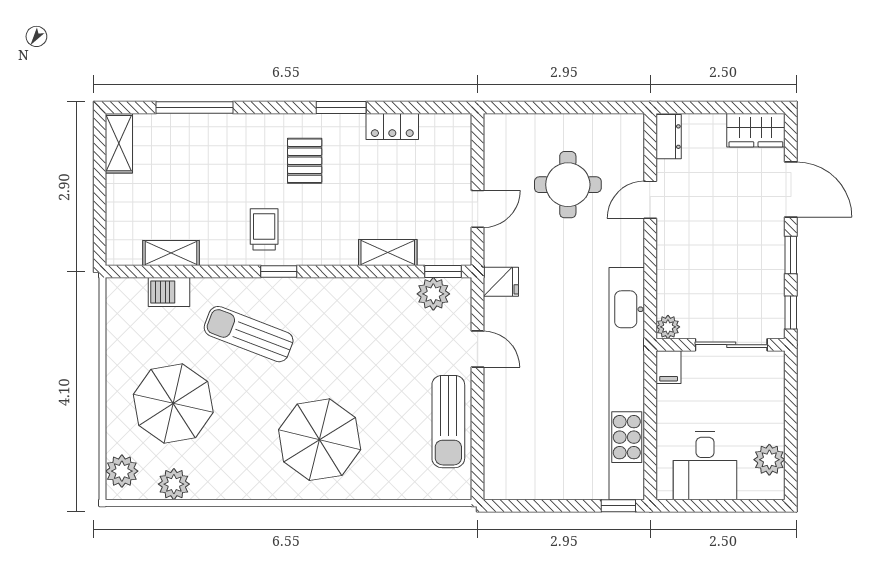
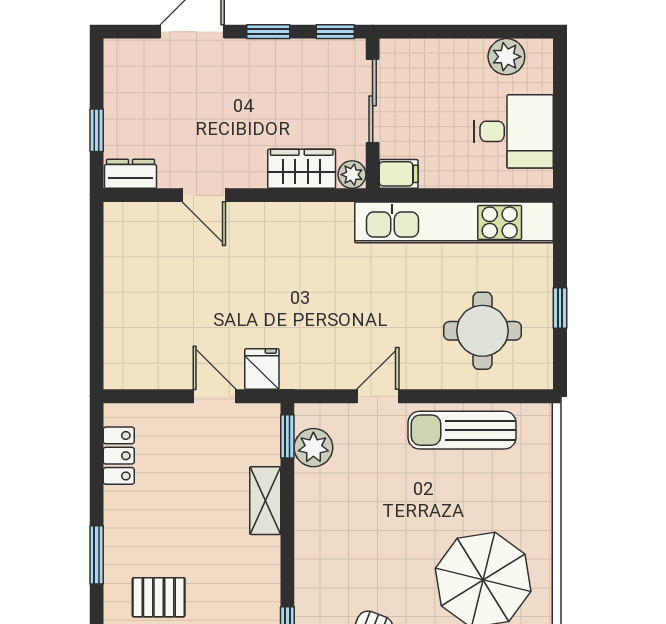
window: (706, 107) -> (97, 130), added
locker: (392, 127) -> (119, 456), moved
wardrobe: (756, 130) -> (302, 169), moved, turned -90
round table: (568, 185) -> (483, 331), moved
fridge: (501, 282) -> (262, 369), moved
kitchen unit: (627, 384) -> (454, 222), width x0.73
sun lounger: (448, 422) -> (462, 430), turned 180
window: (618, 506) -> (560, 308), moved

